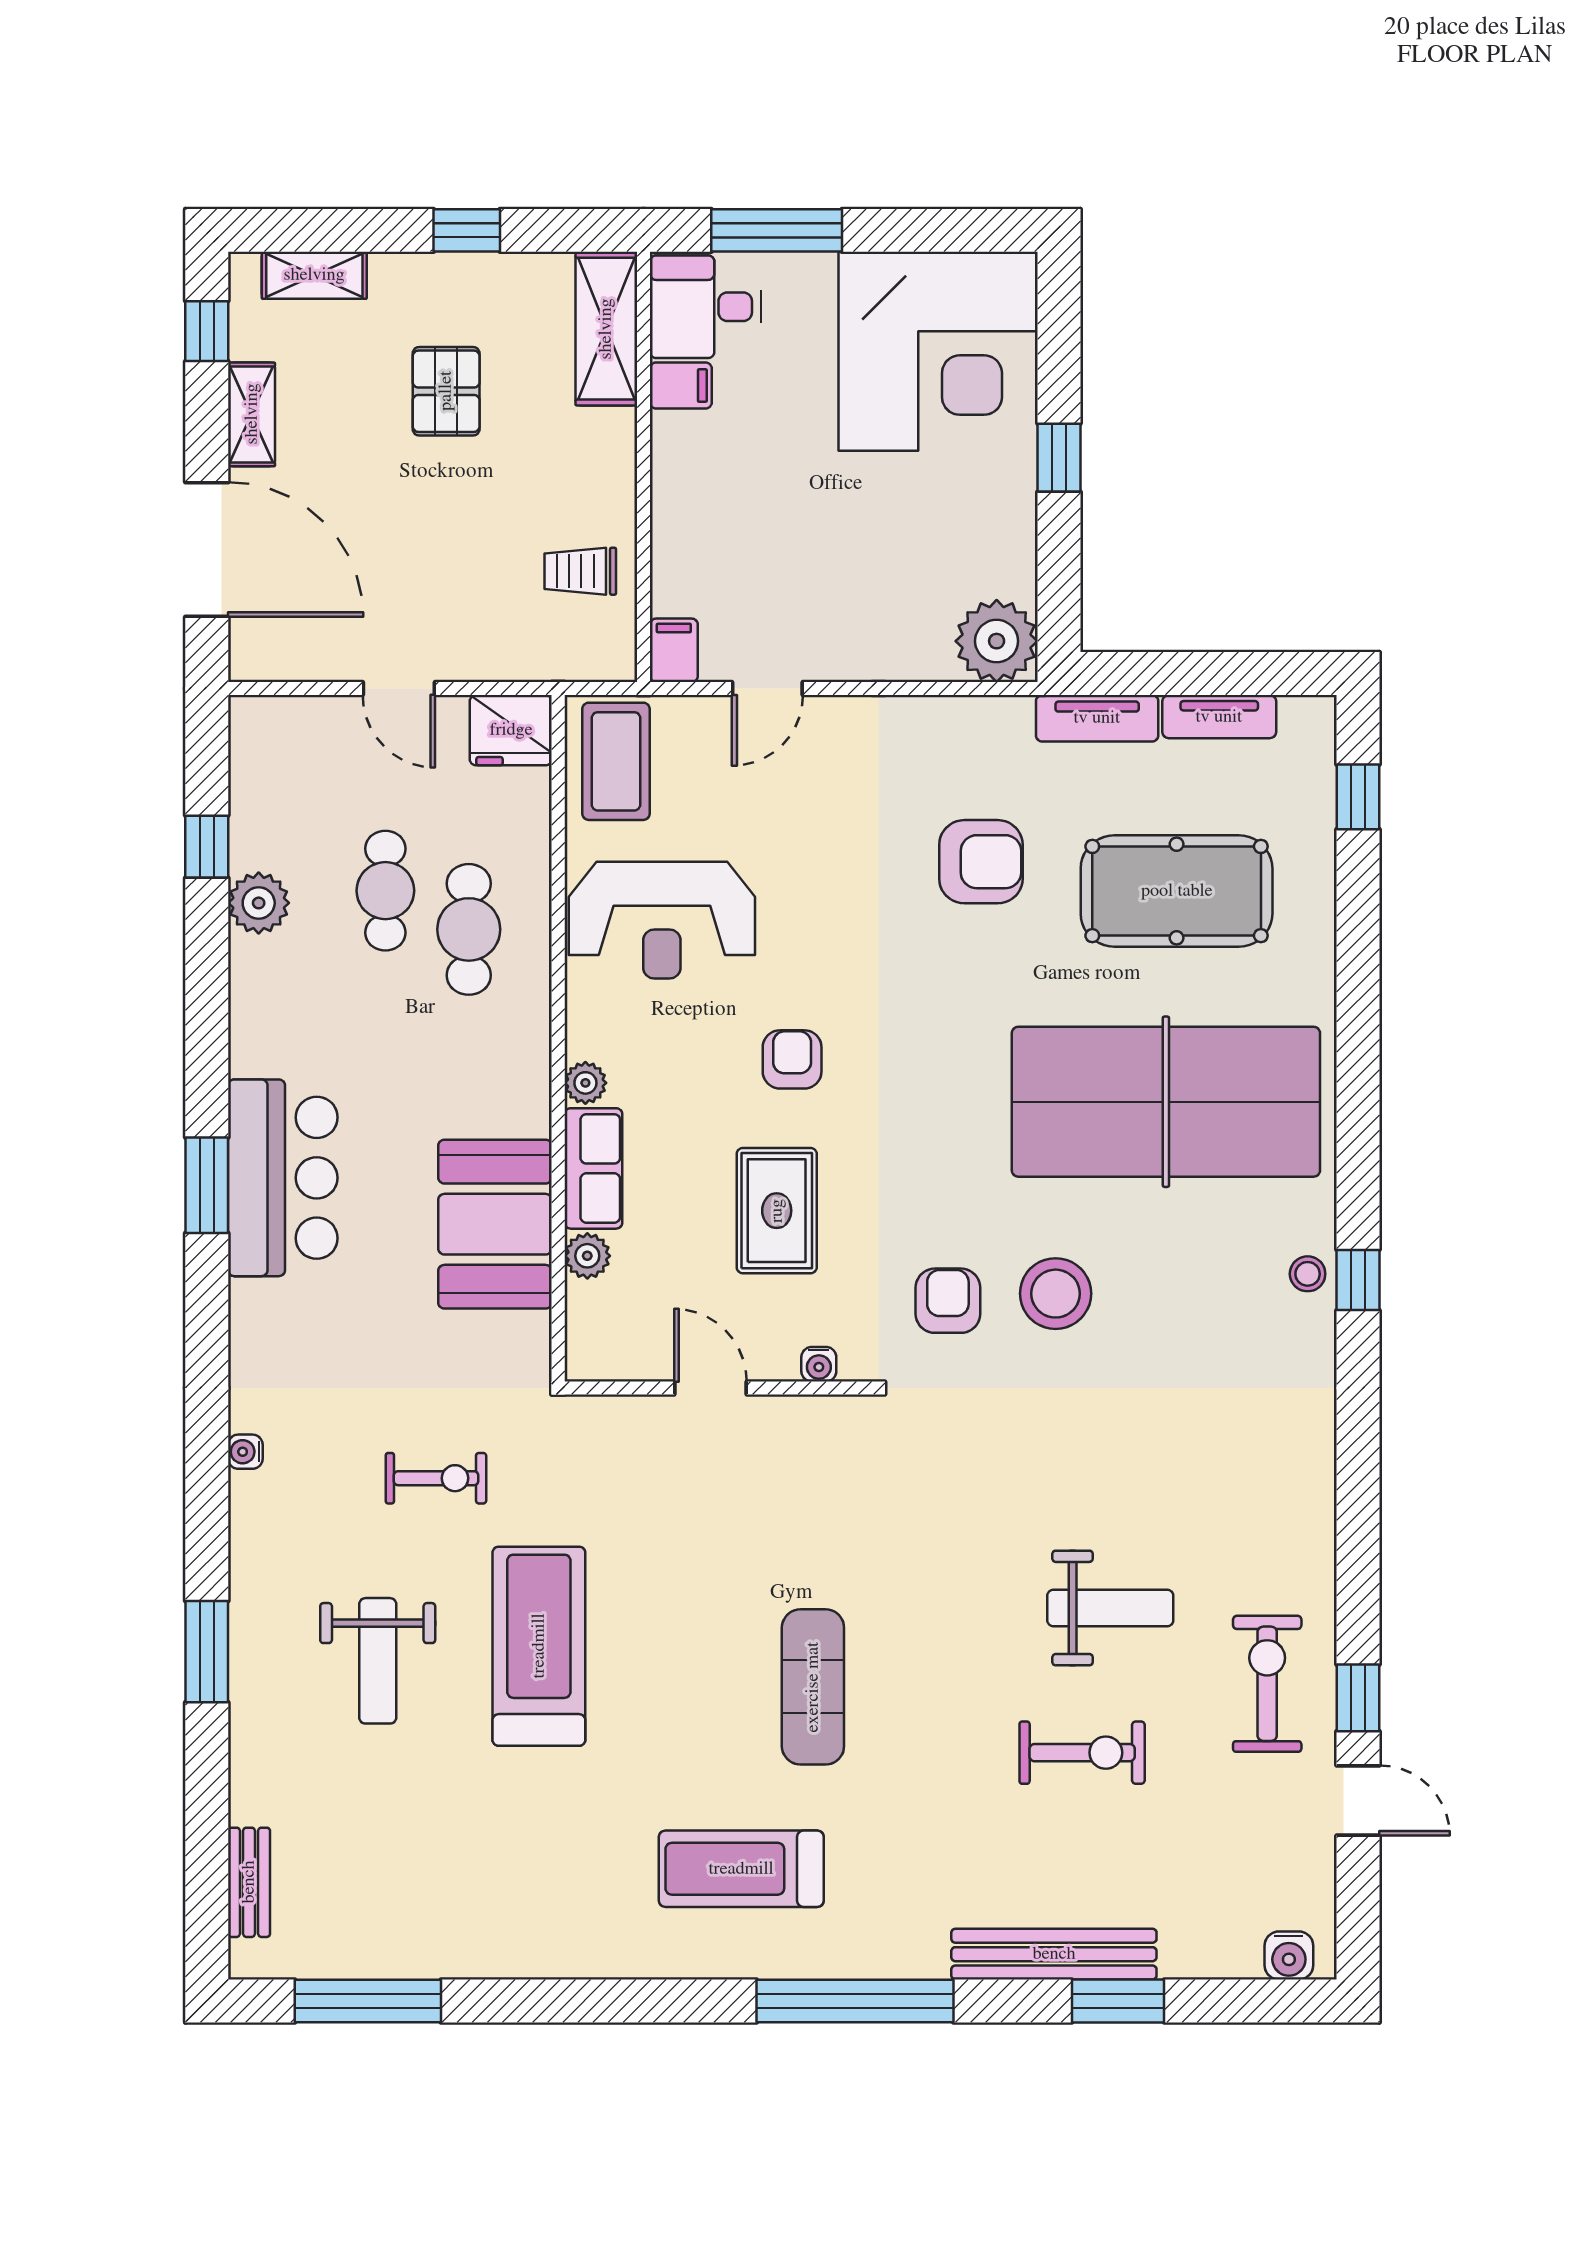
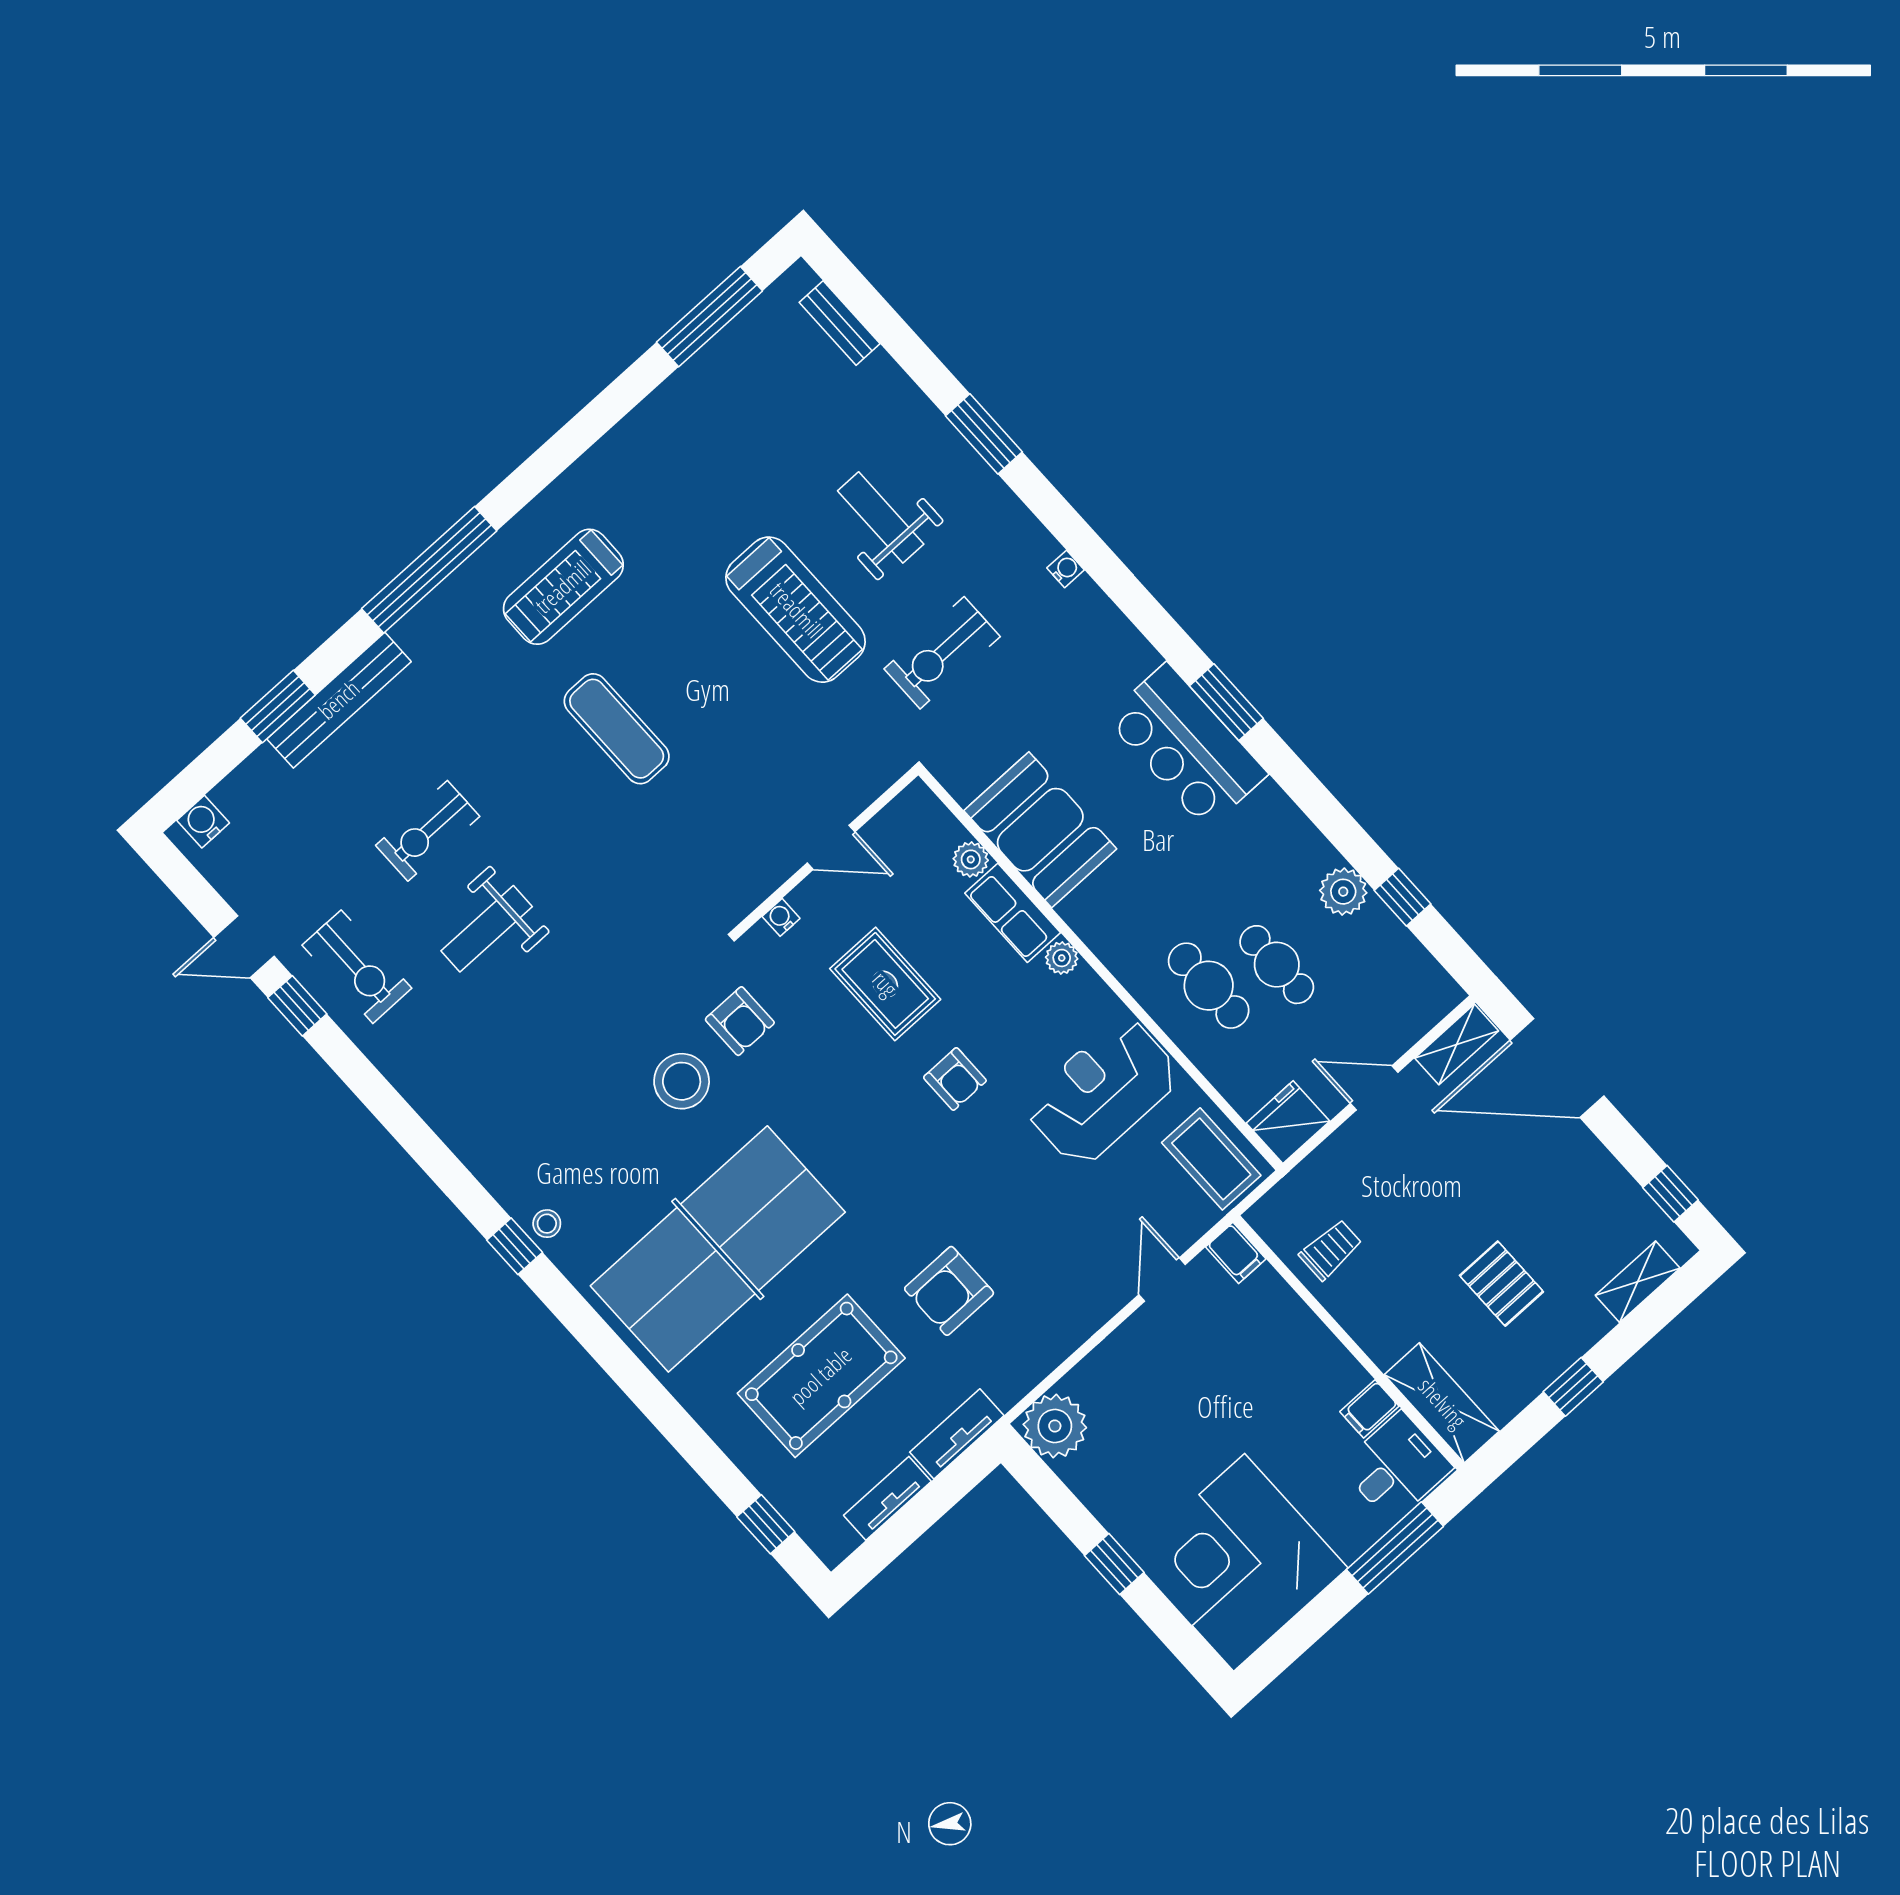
shelving: (252, 414) -> (1457, 1044), moved, turned 90
exercise bike: (436, 1478) -> (942, 653), width x1.38, depth x1.39
treadmill: (741, 1869) -> (563, 587), turned 180

